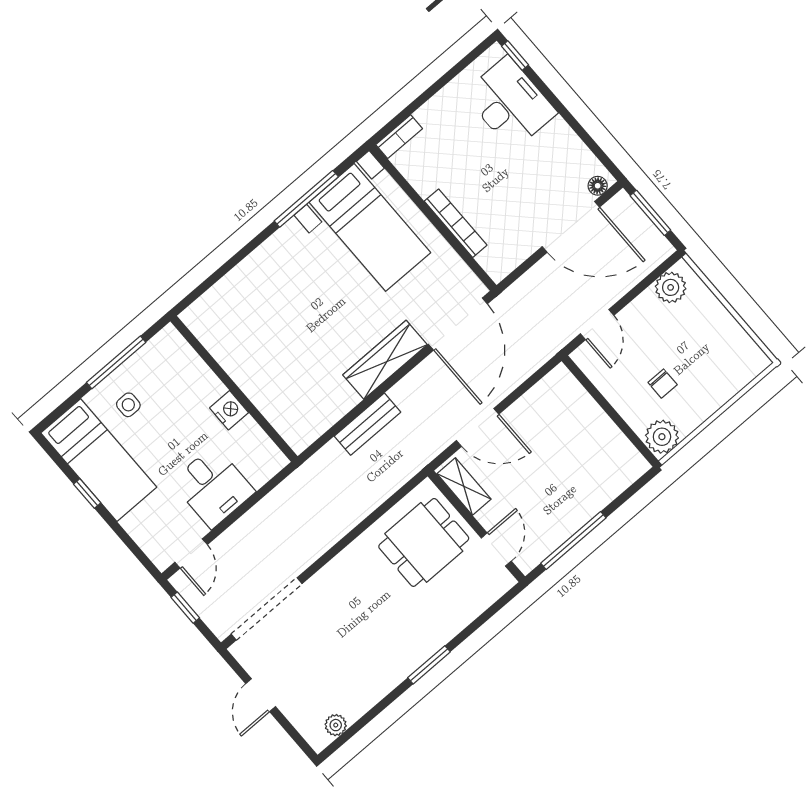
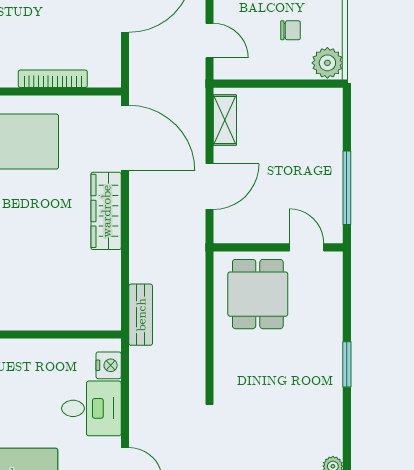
nightstand: (229, 410) -> (109, 365), moved, turned 90
bench: (367, 424) -> (141, 315), moved
shelving: (464, 486) -> (225, 120), moved, turned 90

